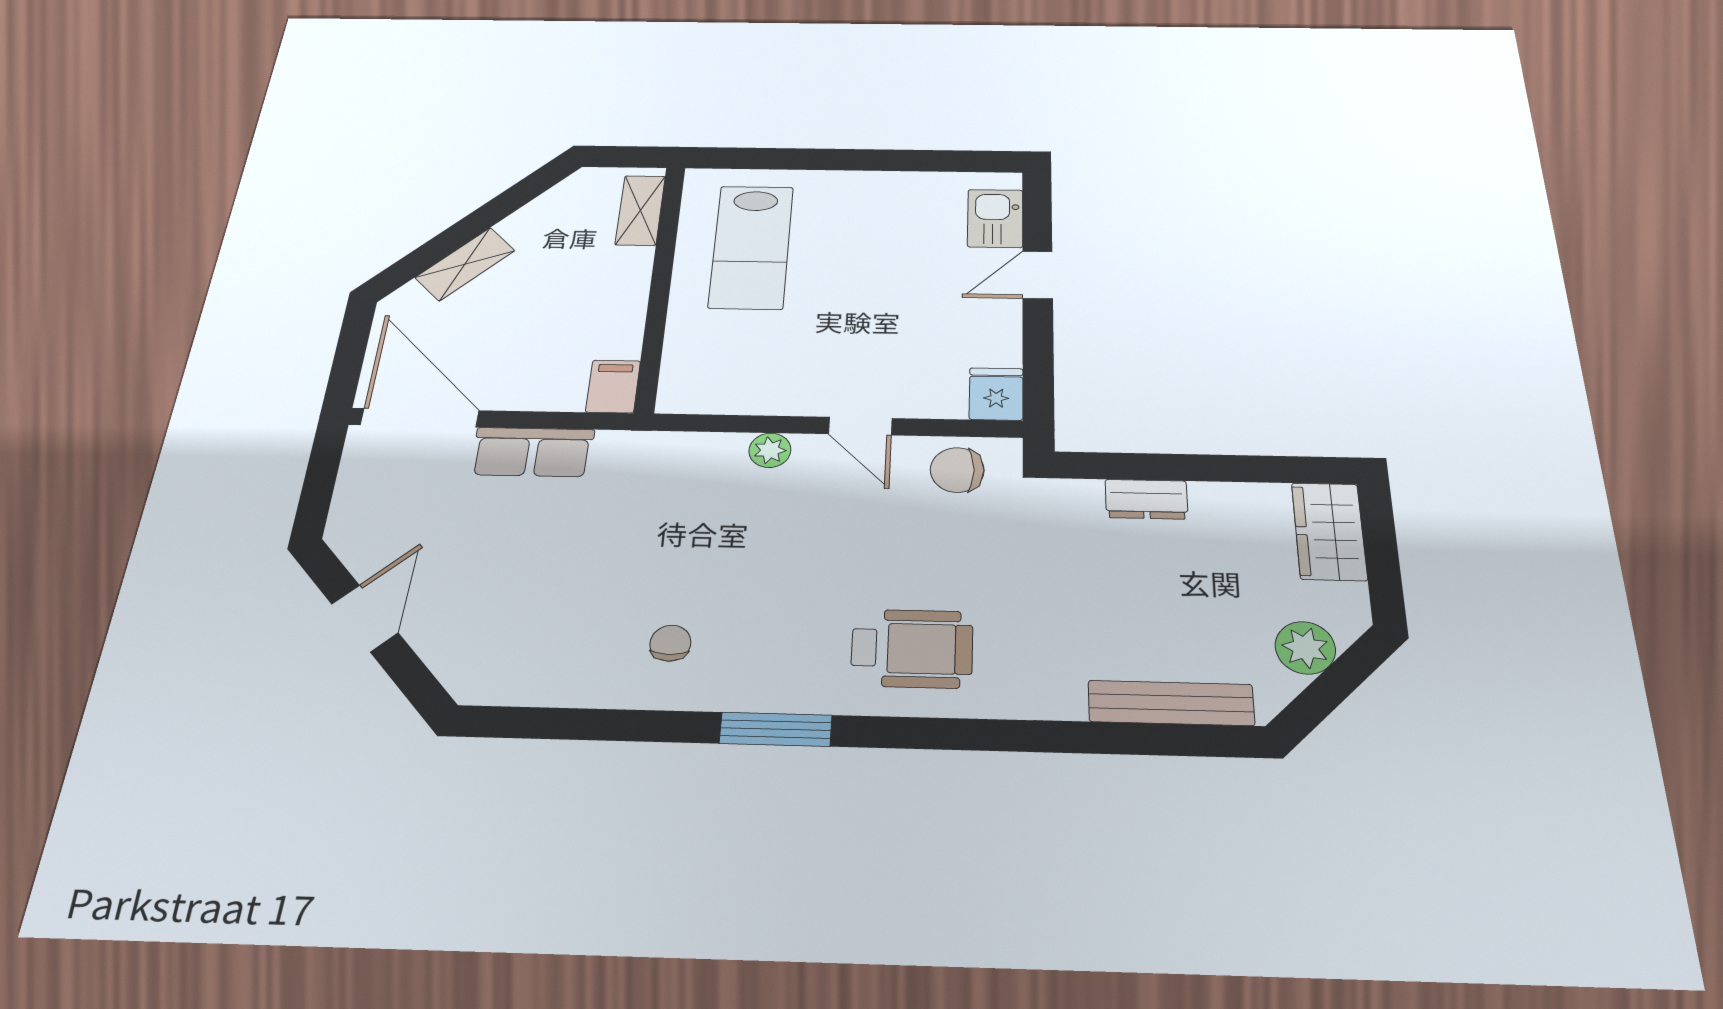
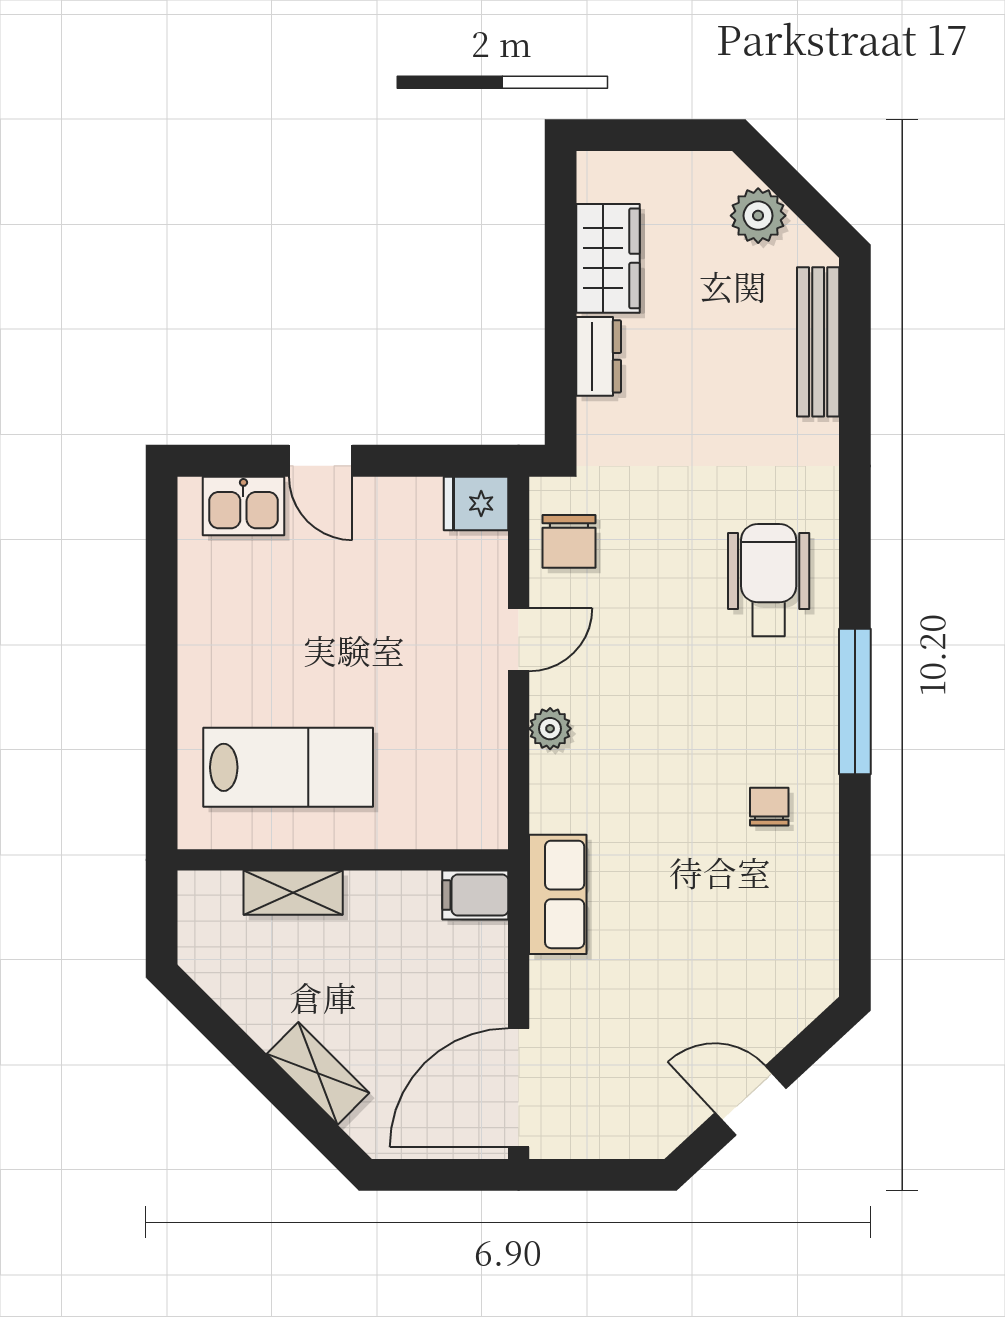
shelving: (640, 210) -> (293, 893), moved
row of seats: (532, 452) -> (558, 894), moved
wardrobe: (1329, 531) -> (608, 258), moved, turned -90
chair: (670, 643) -> (769, 807), turned 90
window: (776, 729) -> (855, 702), width x1.44

